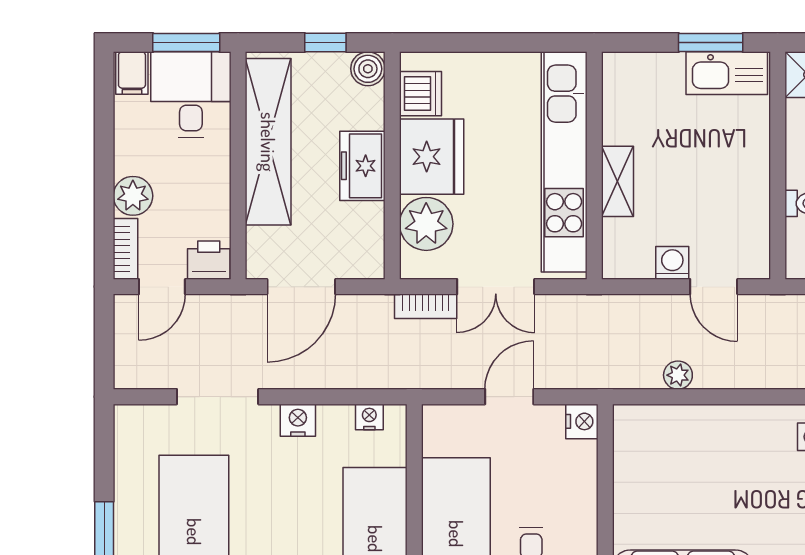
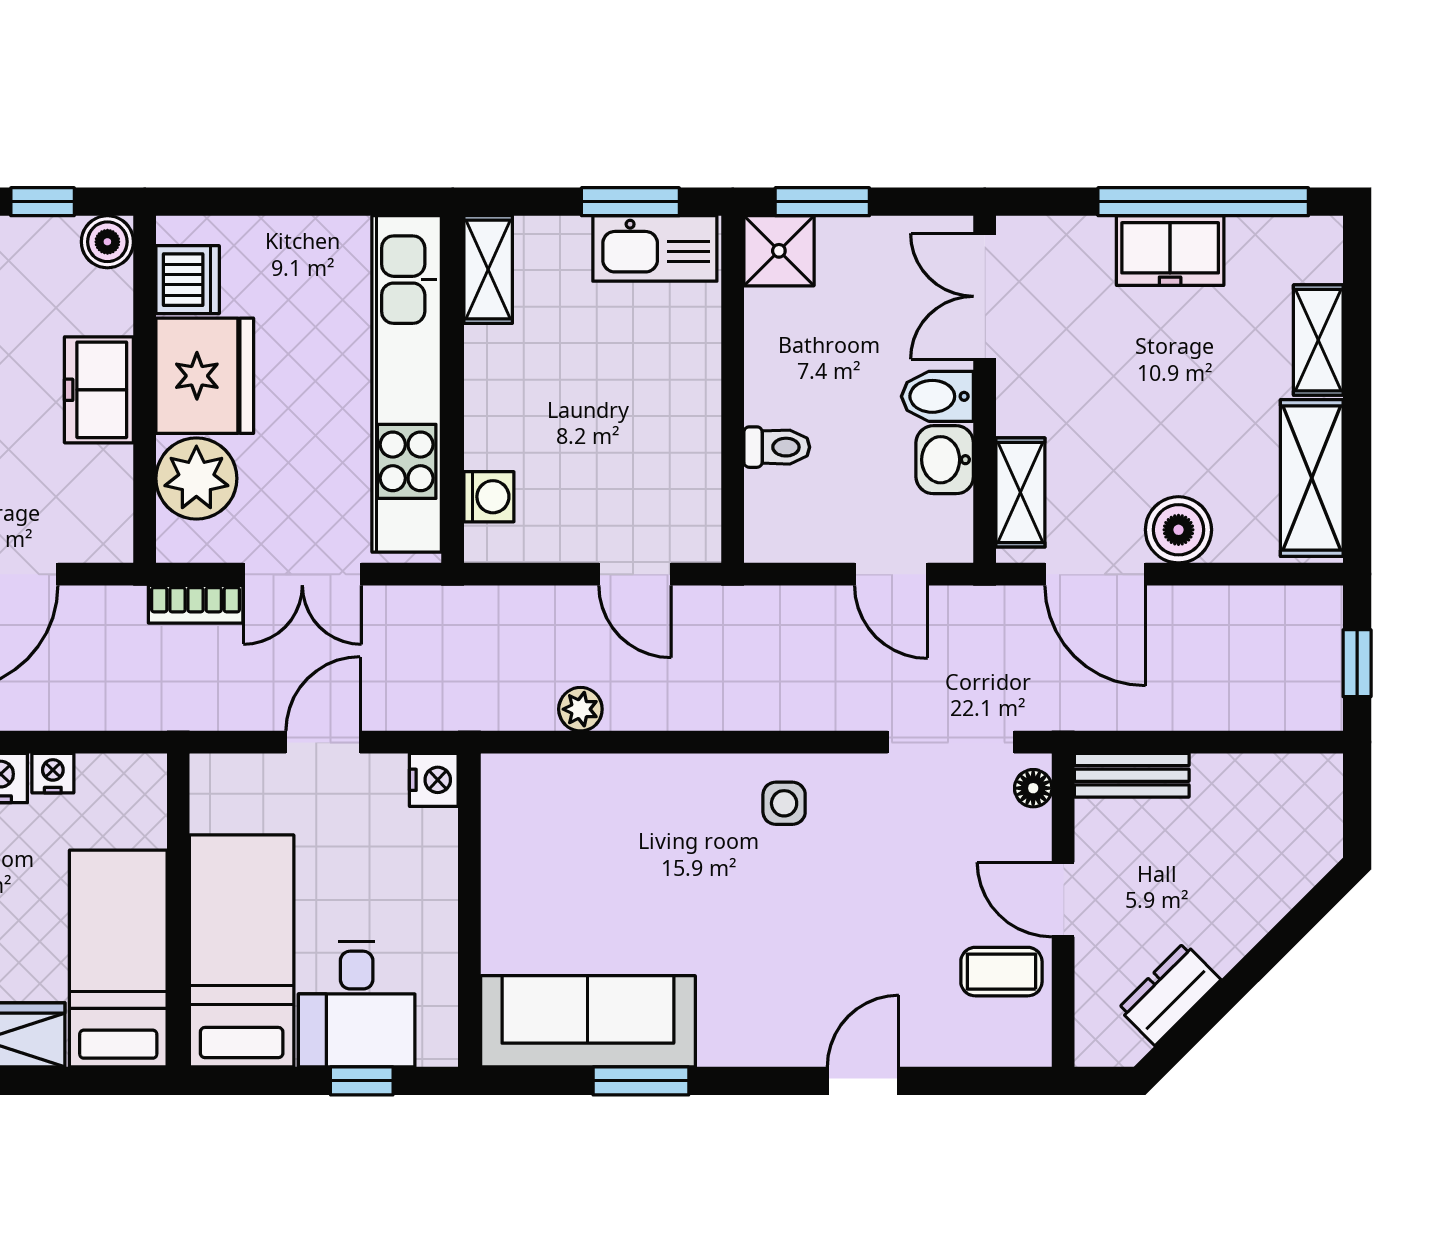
shelving: (617, 181) -> (488, 269), moved
washing machine: (672, 263) -> (489, 497), moved, turned 90
nightstand: (369, 417) -> (53, 773), moved

